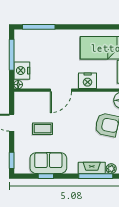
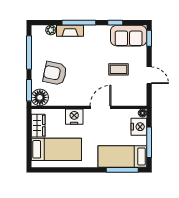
bed: (39, 40) -> (122, 157), added
sofa: (48, 163) -> (129, 36), moved
window: (96, 176) -> (79, 23), moved

